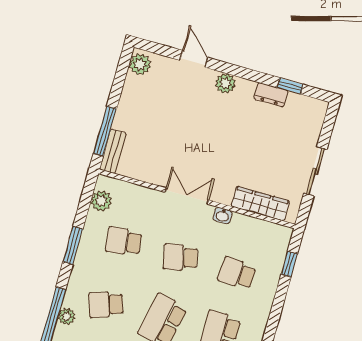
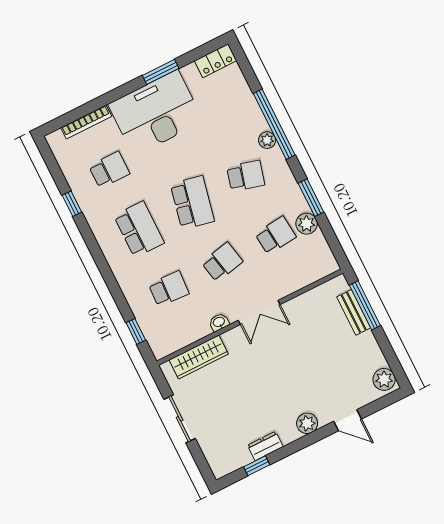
bench: (113, 151) -> (354, 312), moved
plant: (101, 201) -> (307, 224), moved
school desk: (106, 305) -> (246, 176), turned 33

